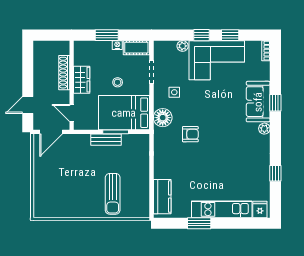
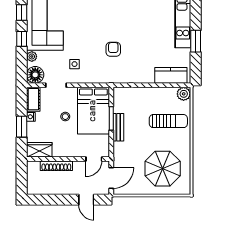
wardrobe: (82, 80) -> (39, 150), moved
floor lamp: (163, 118) -> (35, 75), moved
door: (51, 132) -> (111, 178), hinge flipped
parasol: (61, 188) -> (163, 169), added
plant: (142, 210) -> (184, 94), added

